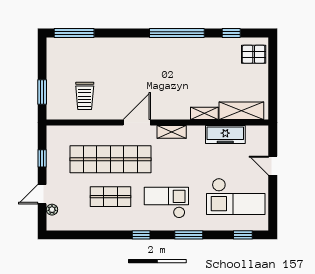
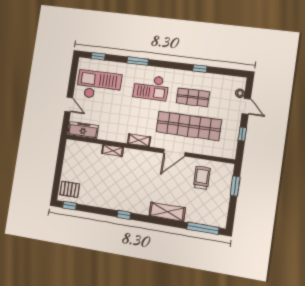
window: (177, 33) -> (124, 215), width x0.32
window: (231, 33) -> (70, 206), moved
shelving: (241, 111) -> (167, 212), moved
door: (137, 122) -> (174, 153), moved
freezer: (225, 134) -> (83, 130), moved
door: (42, 194) -> (246, 106), hinge flipped
window: (141, 235) -> (200, 69), moved

